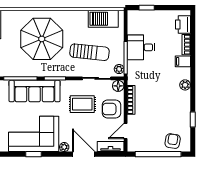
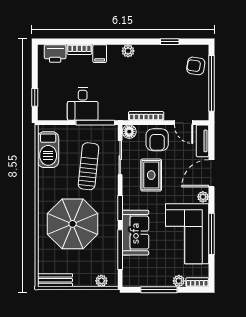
plant: (119, 69) -> (109, 131), removed
sofa: (35, 91) -> (135, 233), width x0.73
window: (33, 154) -> (212, 234), width x2.17

